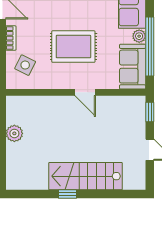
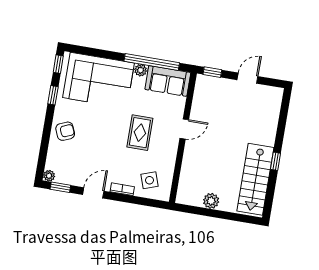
rug: (73, 47) -> (140, 133), width x0.73, depth x0.70
side table: (25, 65) -> (149, 180), turned 45
stairs: (86, 176) -> (255, 179), moved

